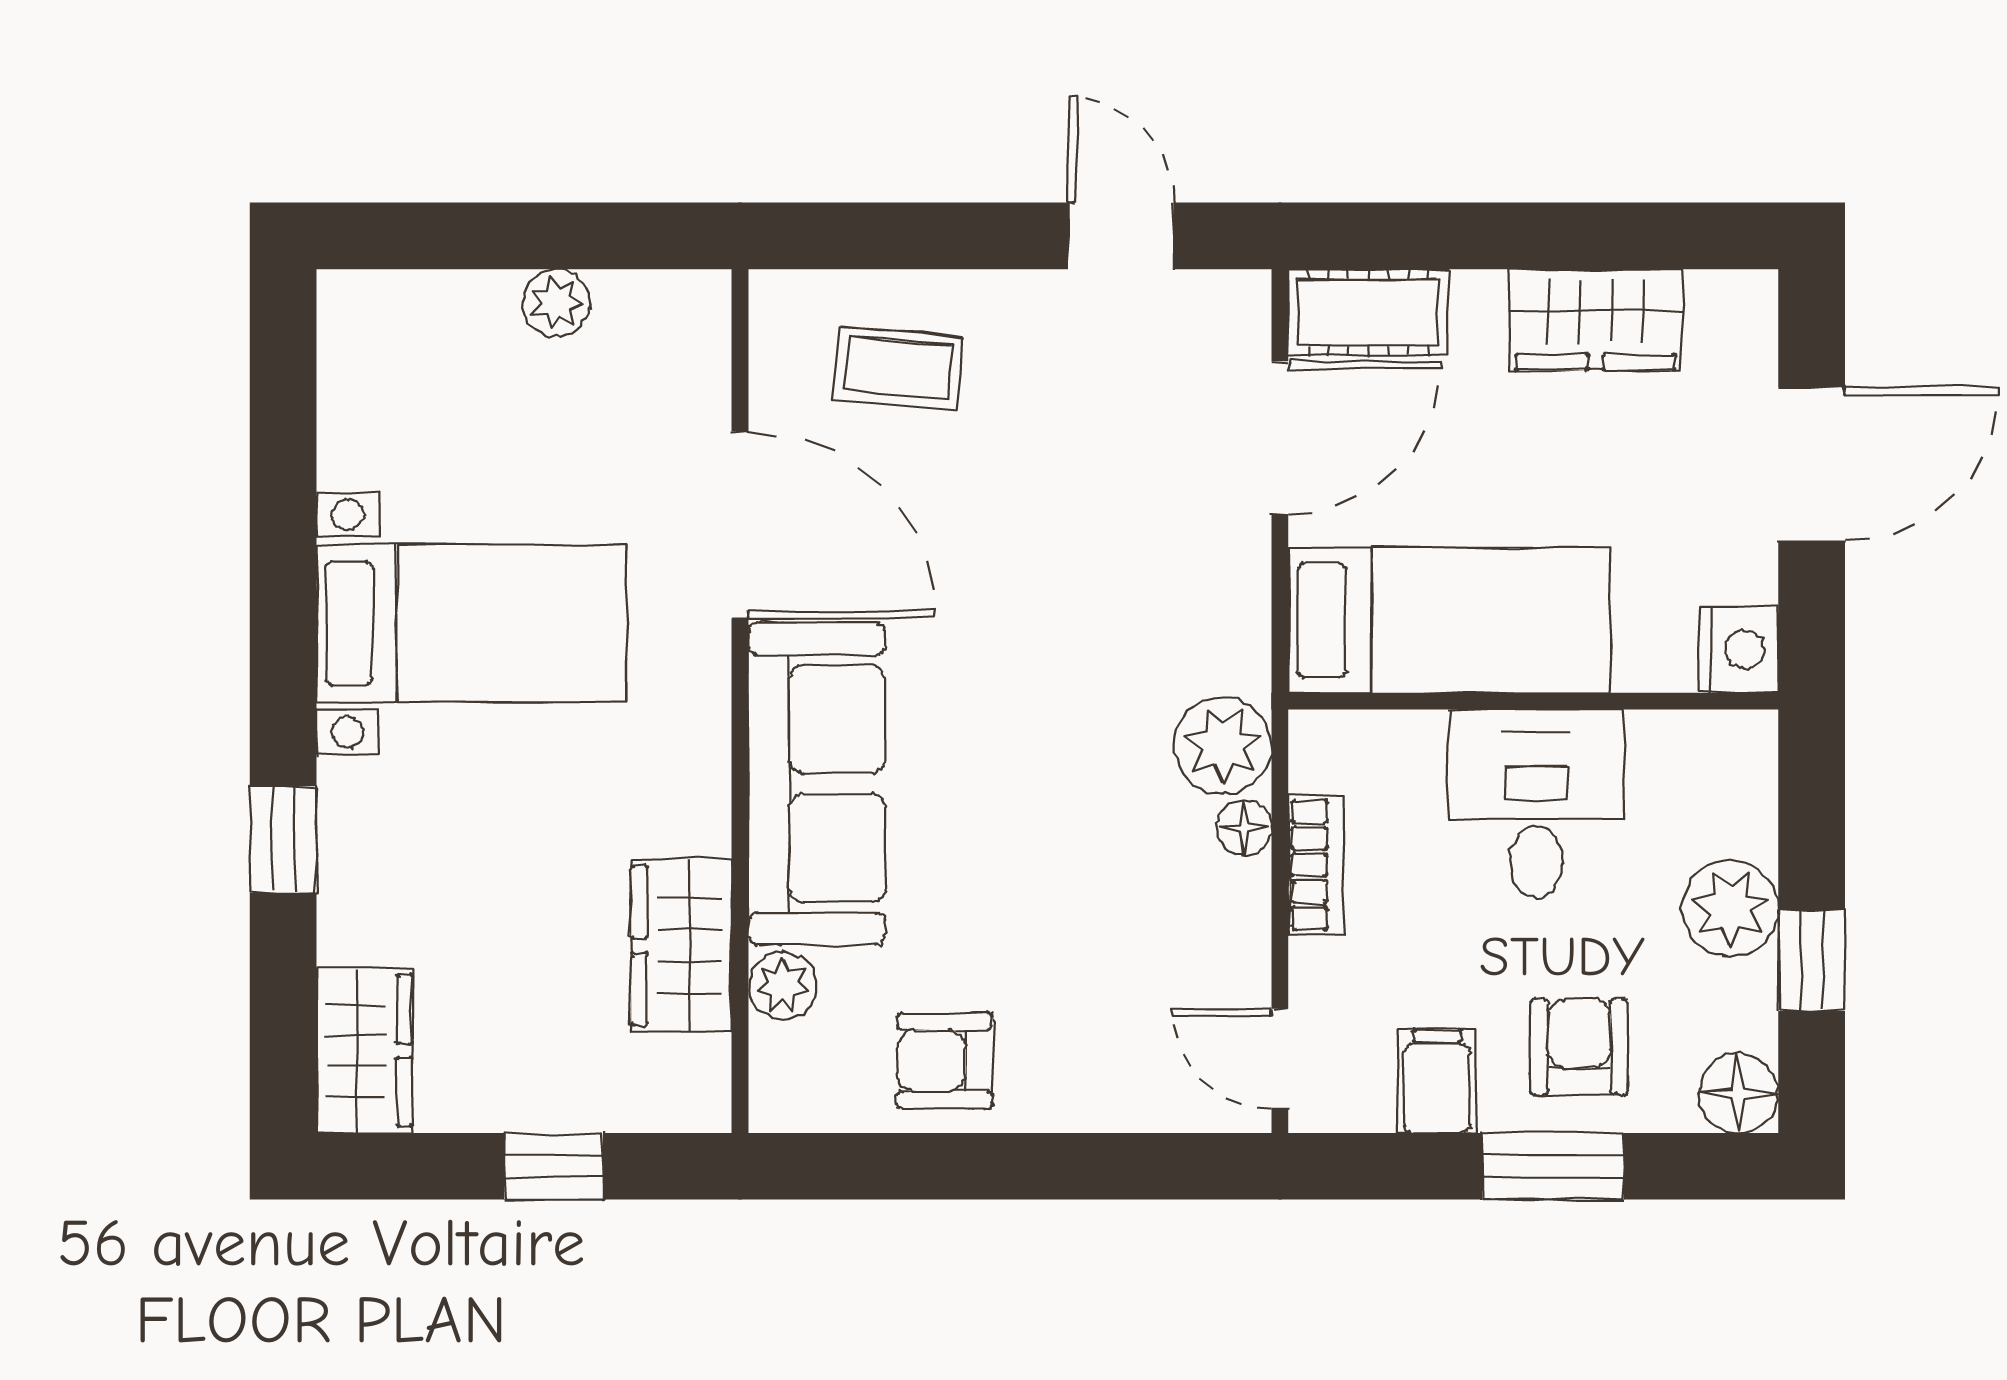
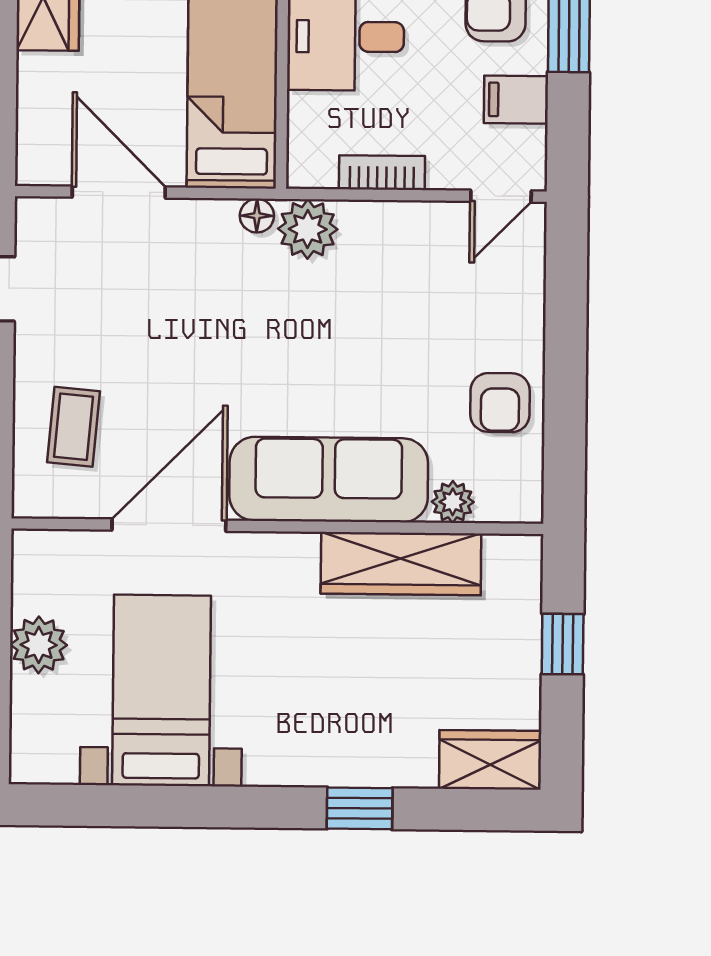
plant: (556, 303) -> (39, 645), width x1.38, depth x1.38
cot: (1368, 313) -> (42, 137), removed
bed with nightstands: (471, 623) -> (162, 690), moved
floor lamp: (1244, 828) -> (257, 216), moved
wardrobe: (682, 946) -> (401, 564), width x1.50

